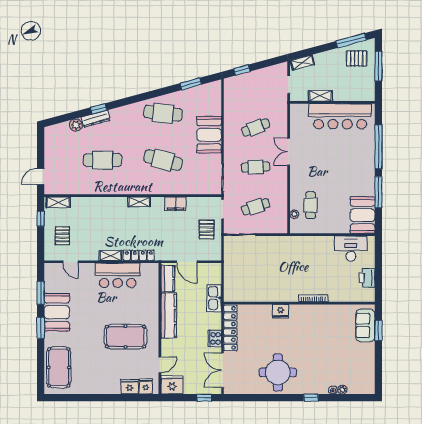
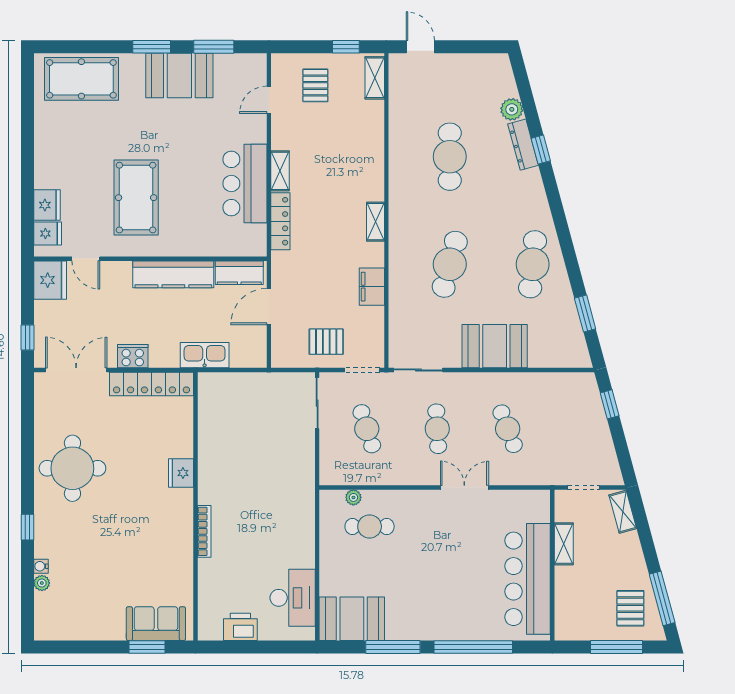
pallet: (62, 236) -> (315, 85), turned 90

